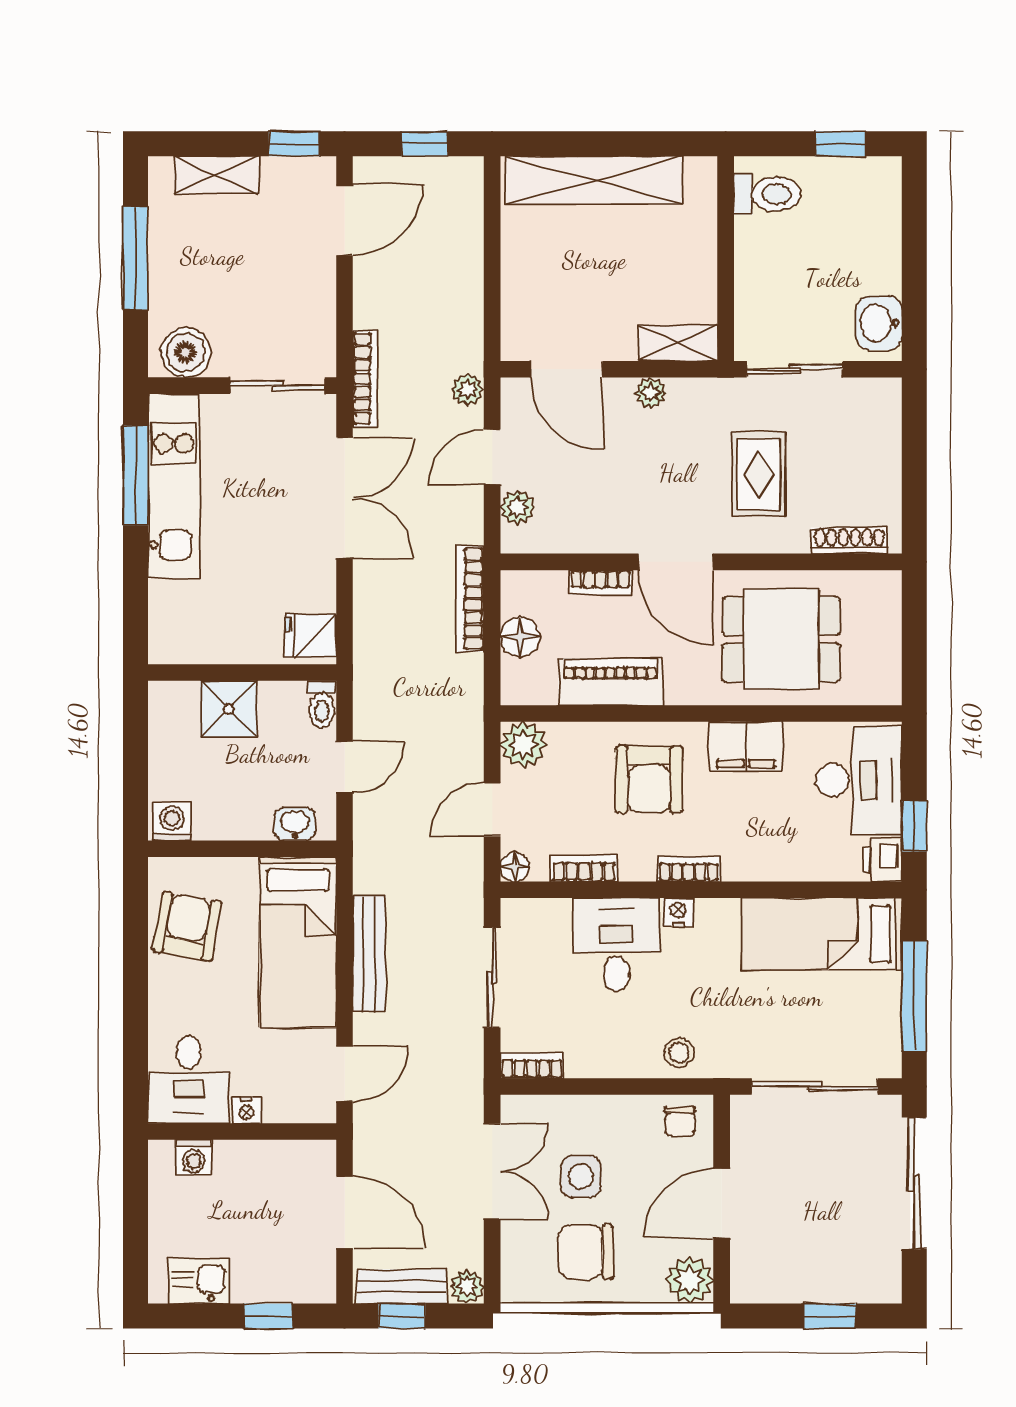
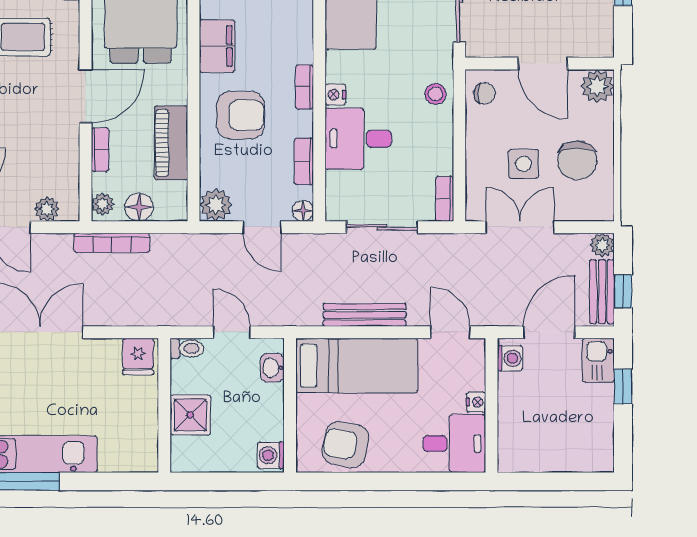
plant: (524, 586) -> (103, 204), added
washing machine: (194, 1157) -> (510, 358), moved
kitchen sink: (199, 1281) -> (598, 360), moved

